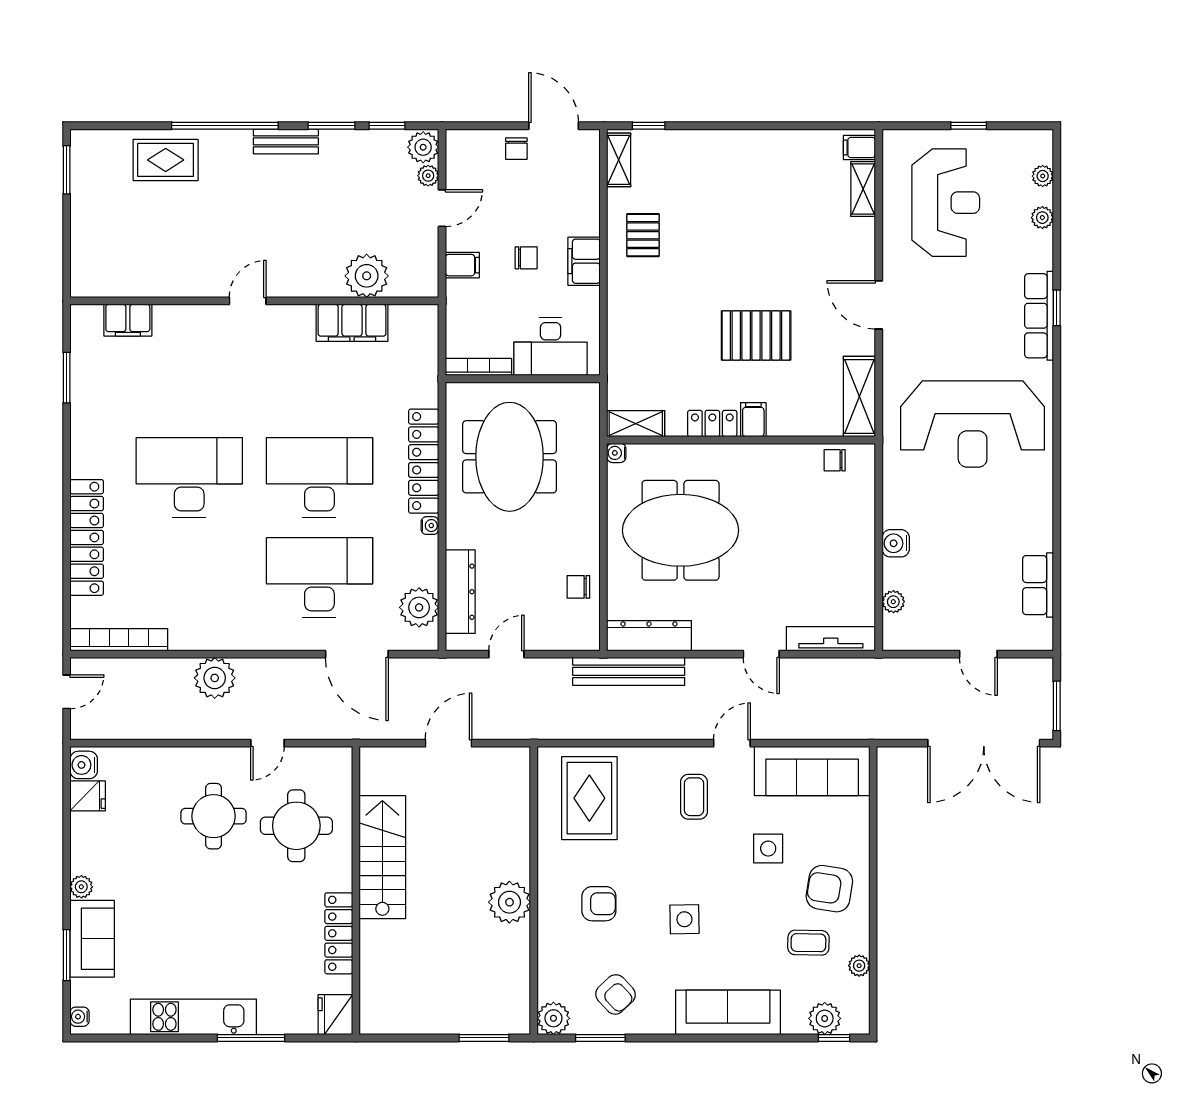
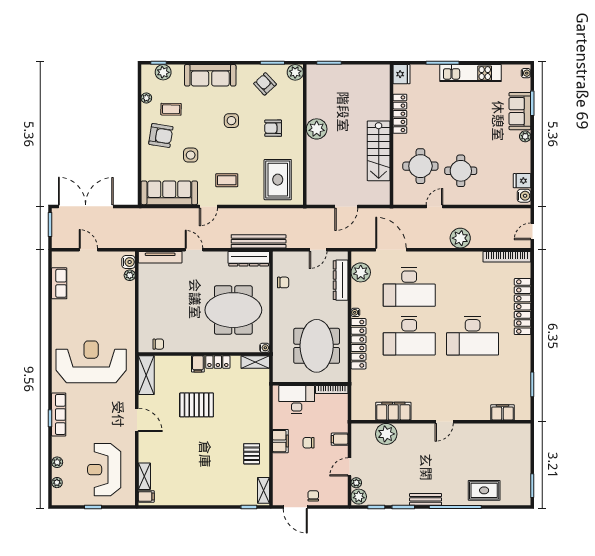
water cooler: (896, 543) -> (129, 262), moved
coffee table: (694, 797) -> (227, 180), turned 90

